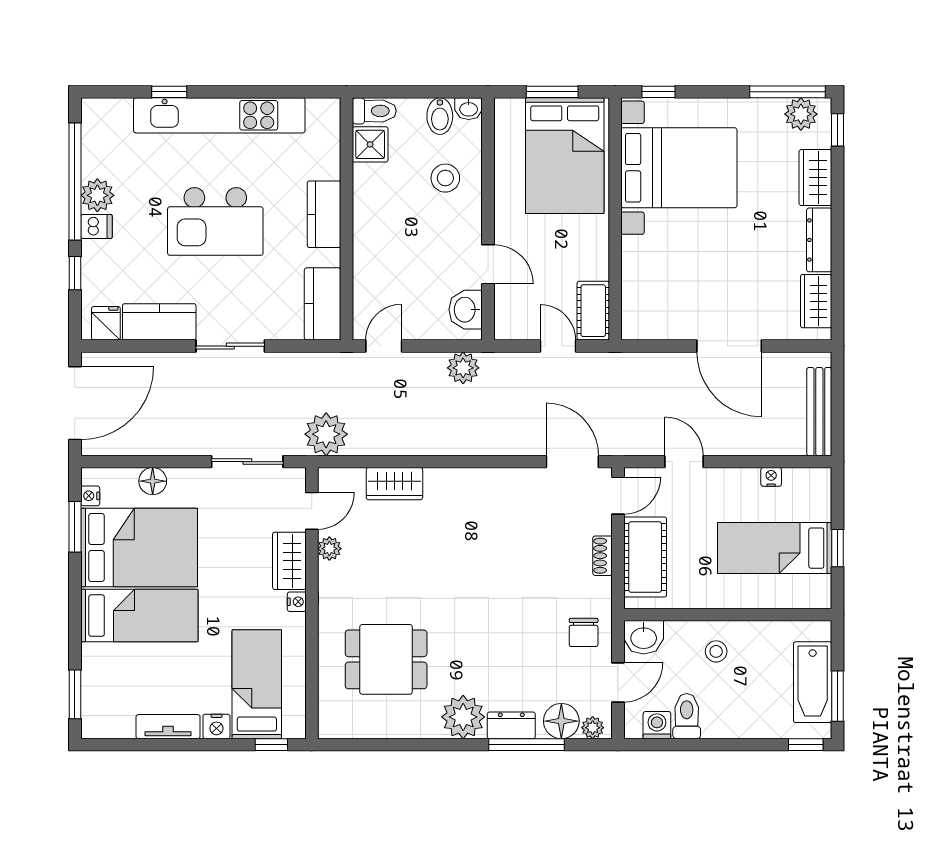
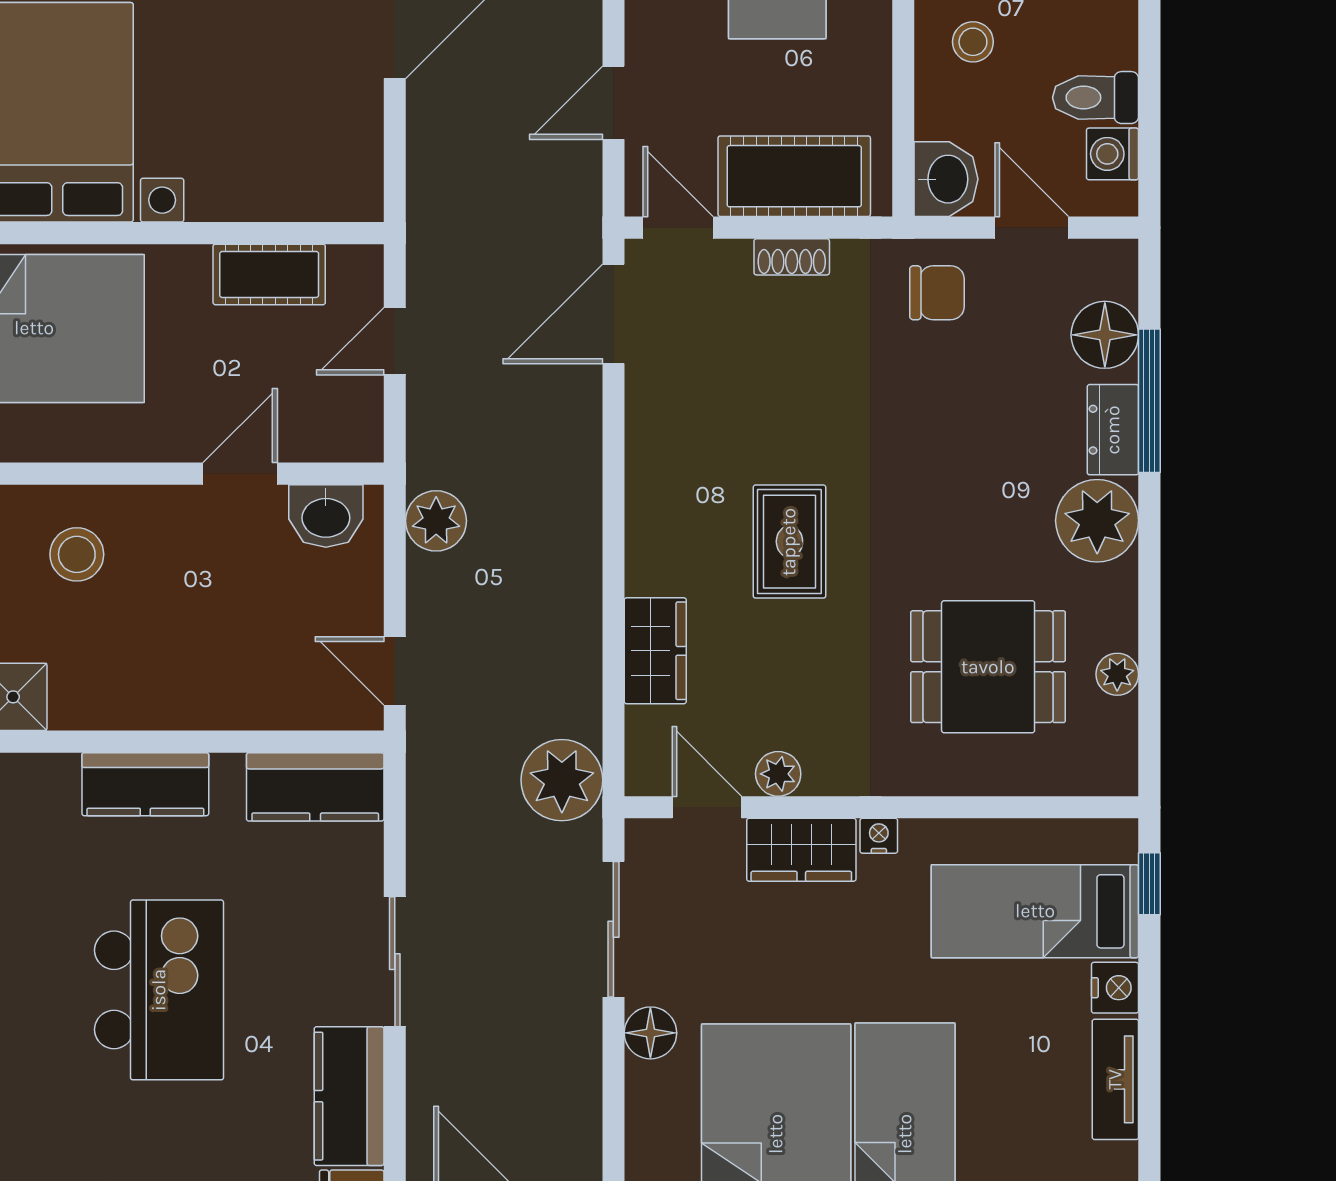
cot: (593, 311) -> (269, 274), moved
floor lamp: (153, 481) -> (650, 1033), moved
rug: (452, 555) -> (789, 542), added
dining table: (386, 659) -> (988, 667), turned 90
plant: (593, 728) -> (1117, 674), moved

